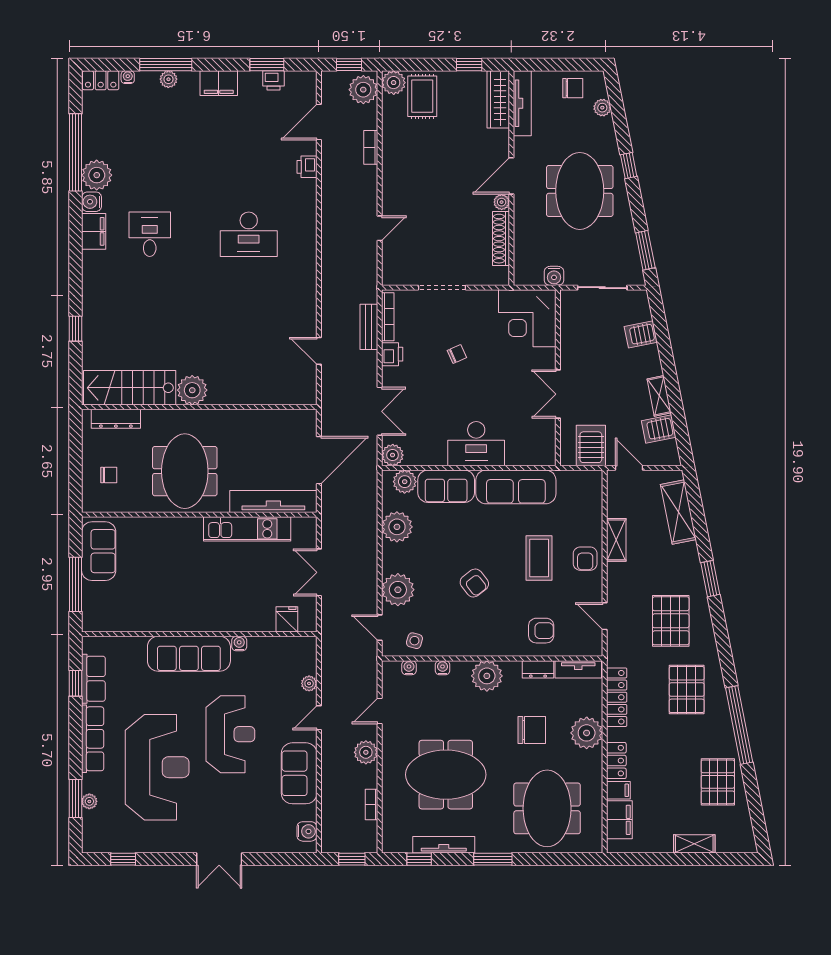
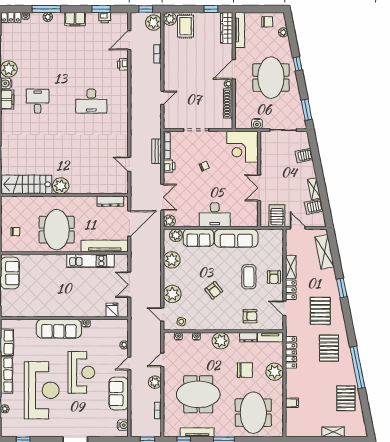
dresser: (116, 419) -> (110, 201), moved
locker: (616, 761) -> (291, 290), moved
filing cabinet: (619, 820) -> (292, 419), removed

